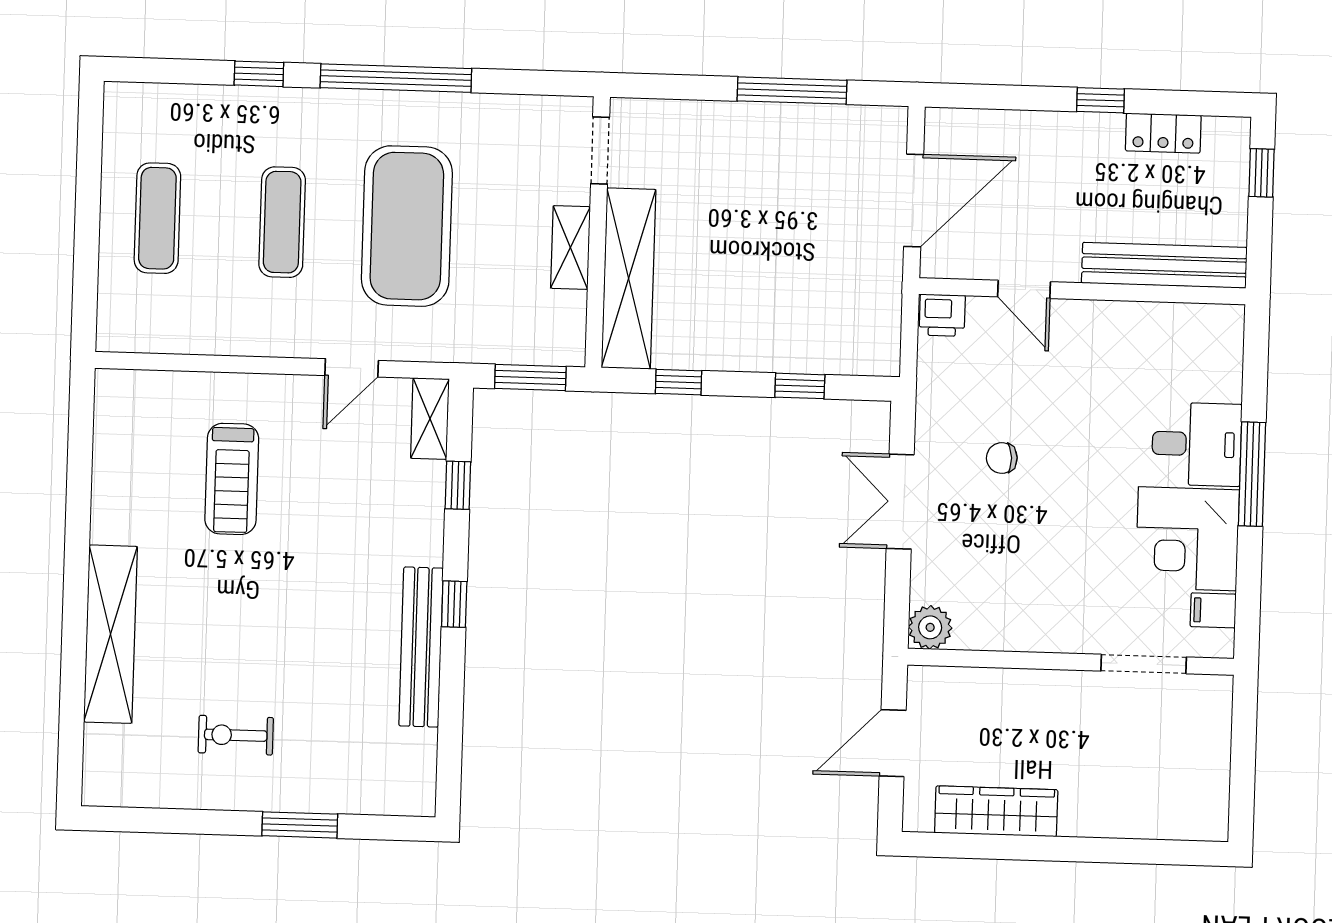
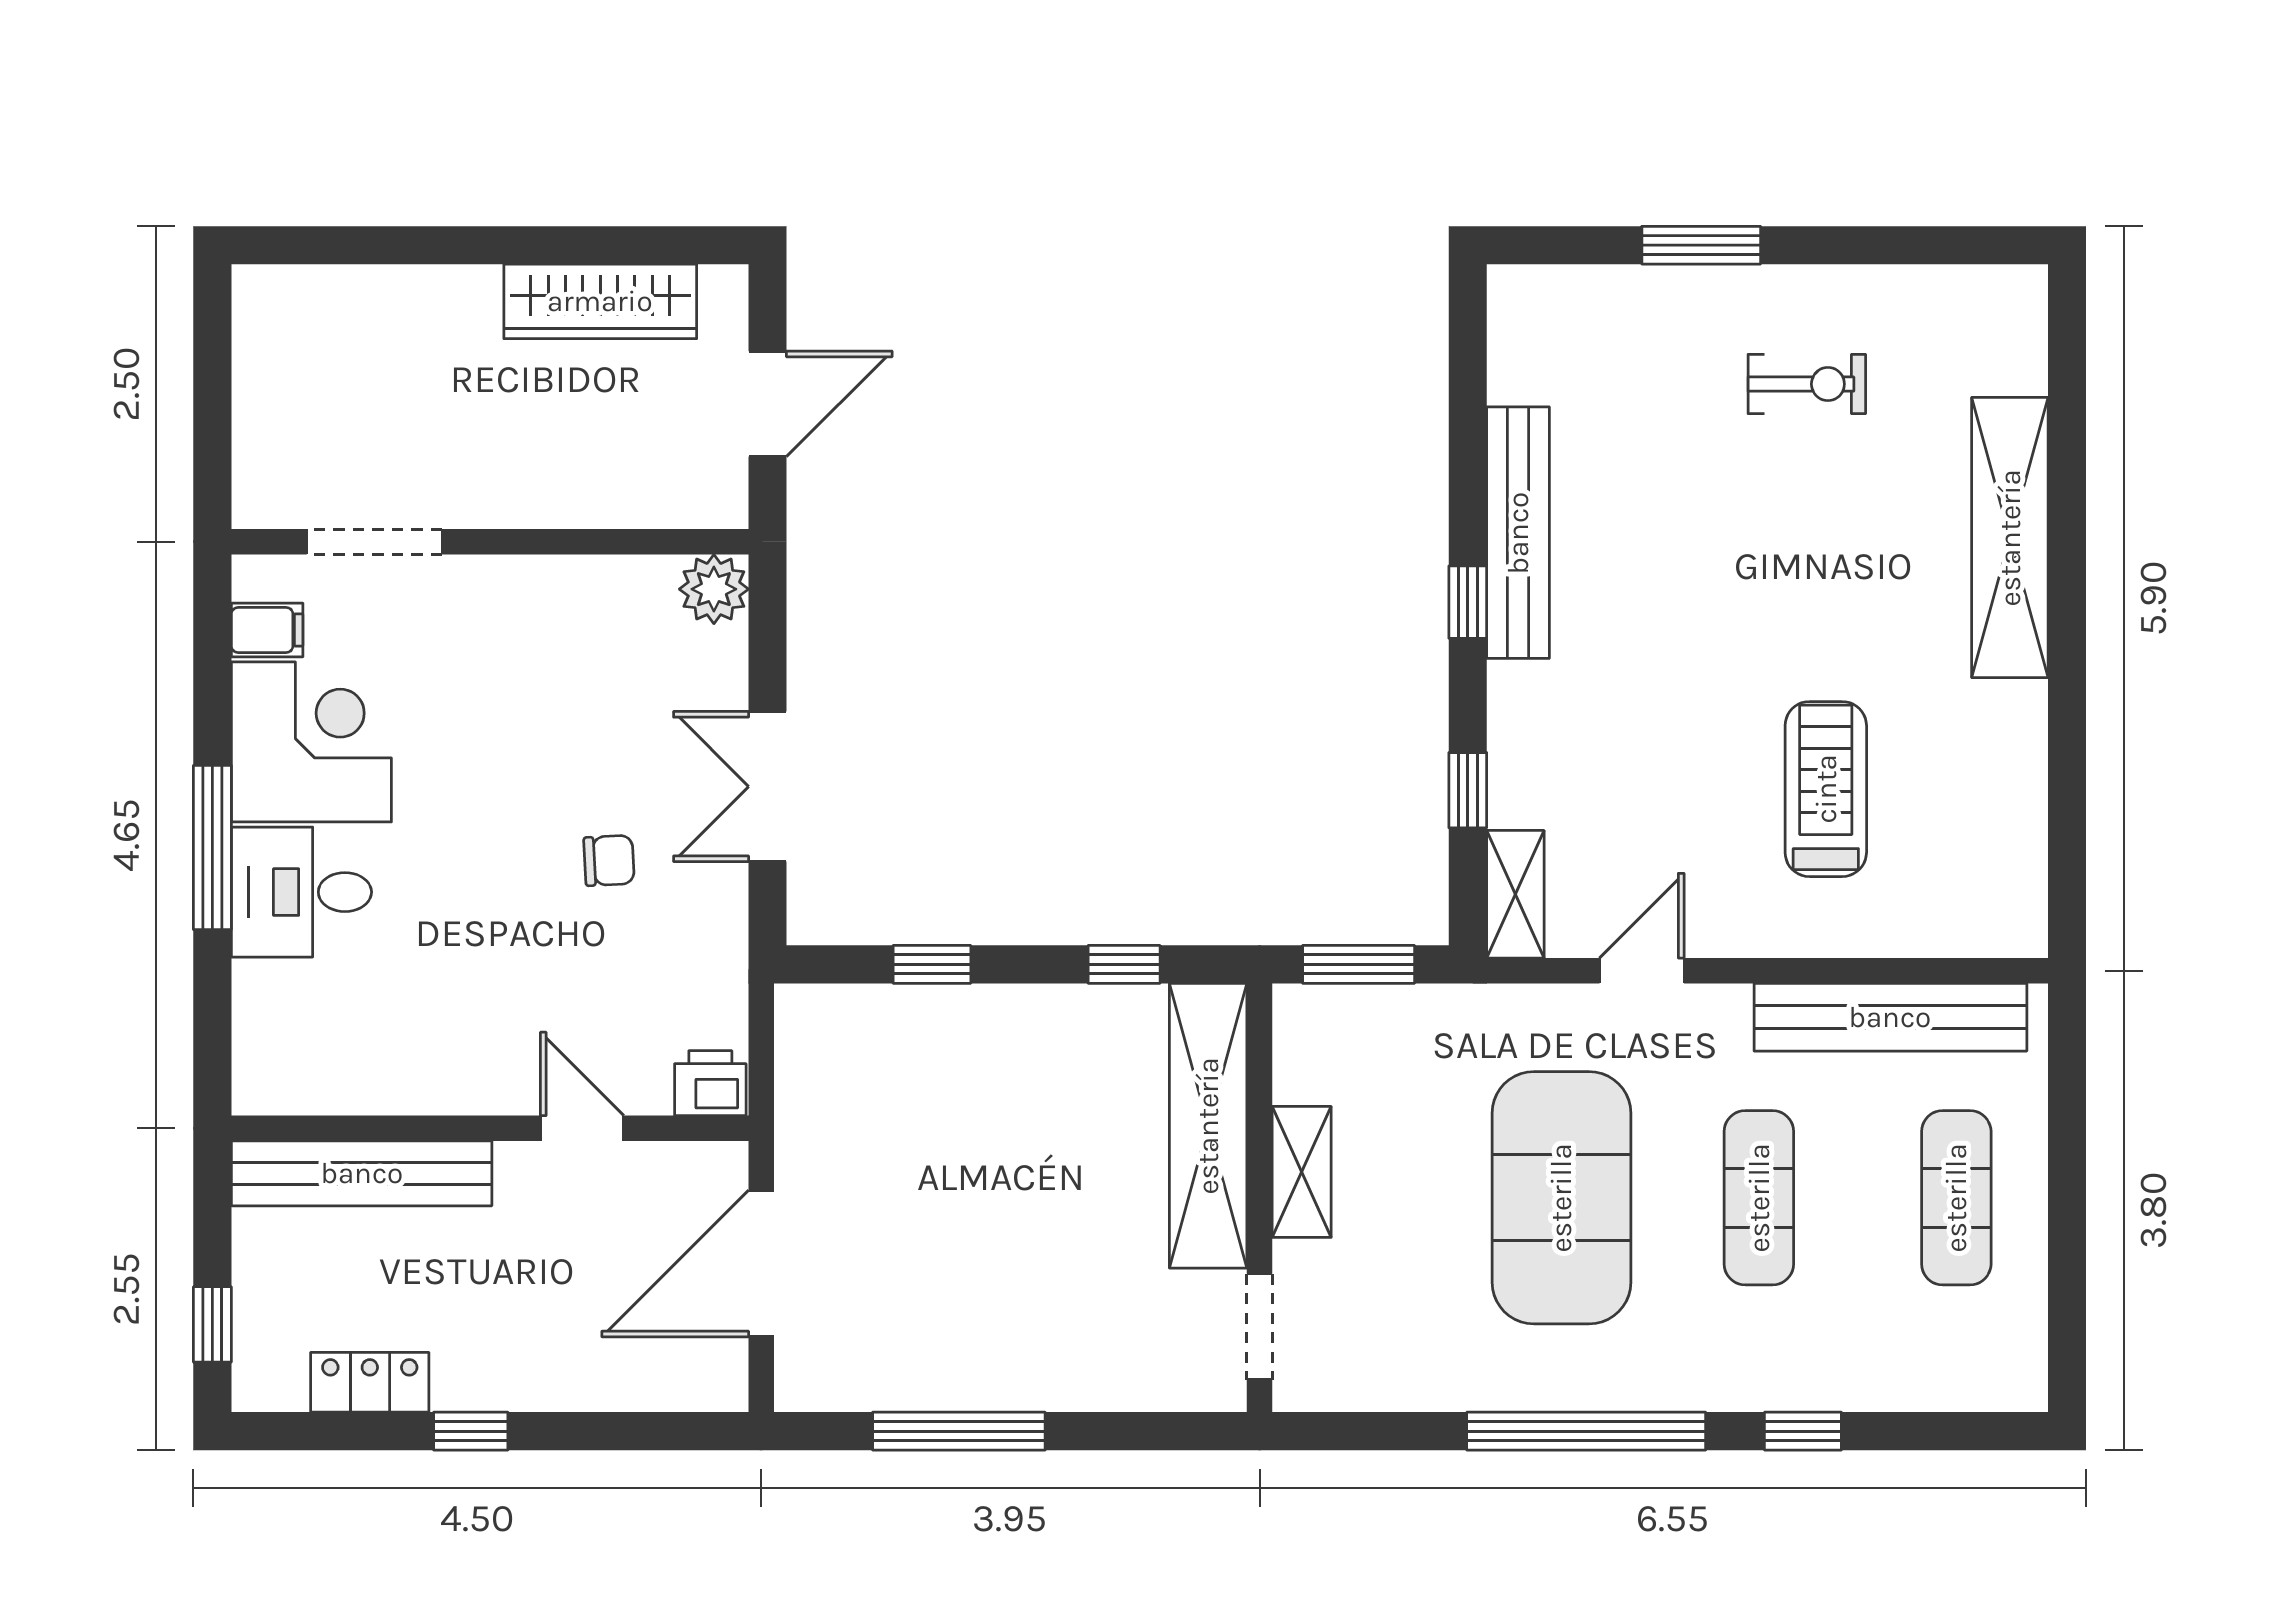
bench: (195, 334) -> (1890, 1017), added
double door: (900, 502) -> (768, 787), swing flipped

